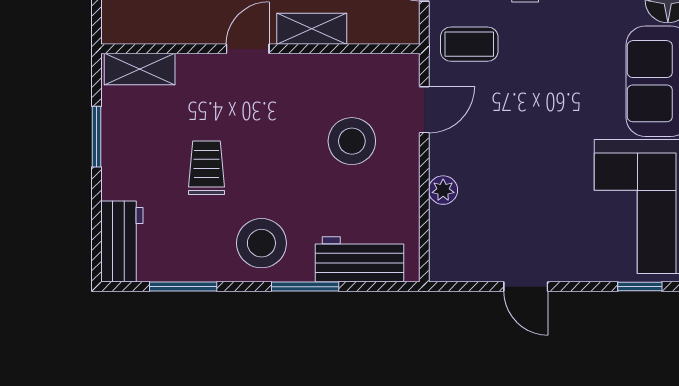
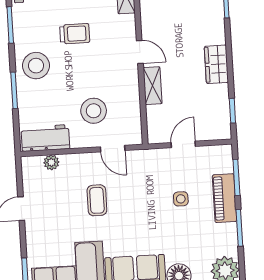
coffee table: (469, 44) -> (97, 200), moved
plant: (443, 190) -> (51, 162), moved
workbench: (359, 259) -> (45, 138), moved, turned -90

